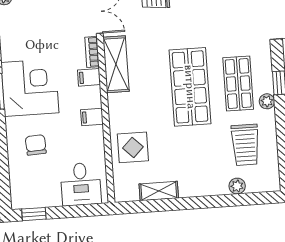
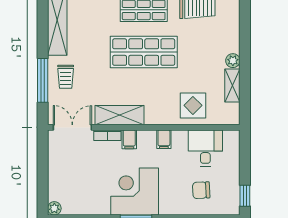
chair: (36, 145) -> (201, 190), moved
desk: (81, 184) -> (205, 148), moved, turned -90
plant: (237, 186) -> (233, 61), moved

